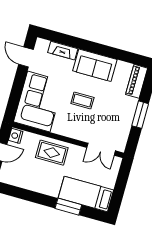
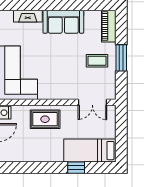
coffee table: (82, 101) -> (97, 61), moved
window: (68, 207) -> (76, 168), width x0.67

